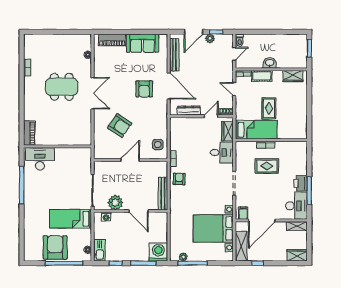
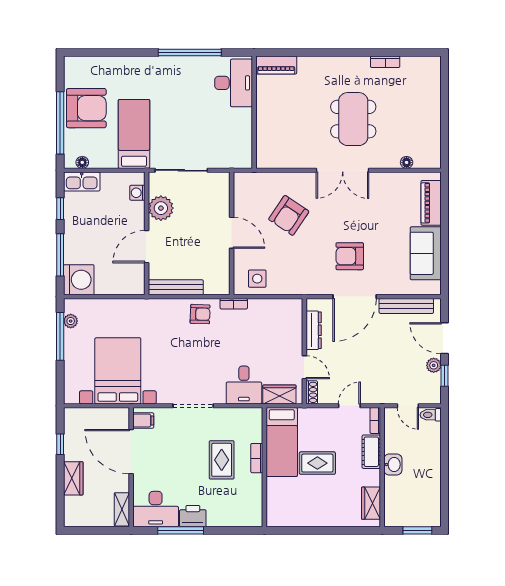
shelving: (241, 246) -> (88, 417), removed
wardrobe: (297, 255) -> (73, 478), moved

